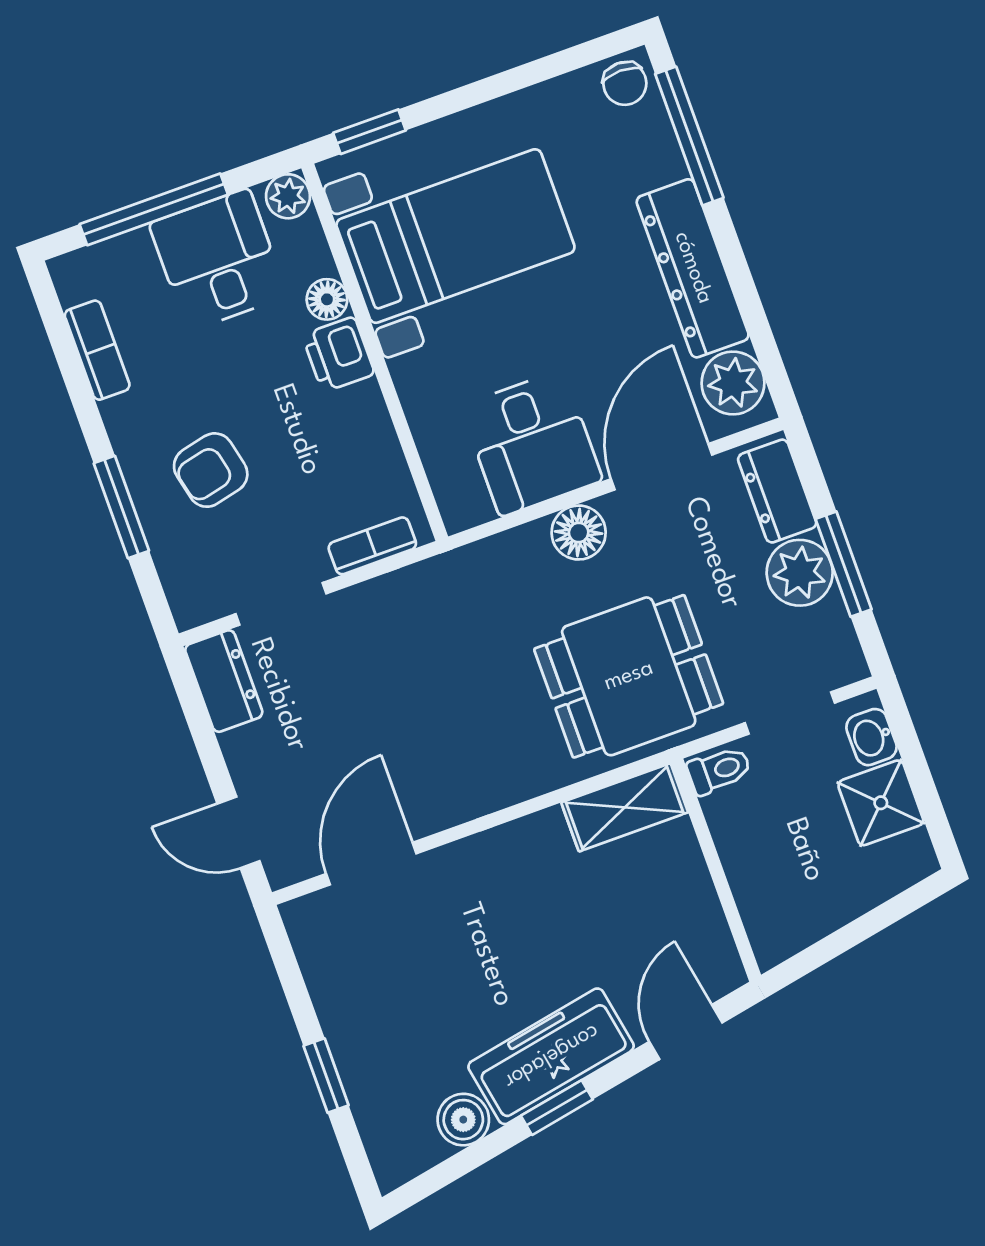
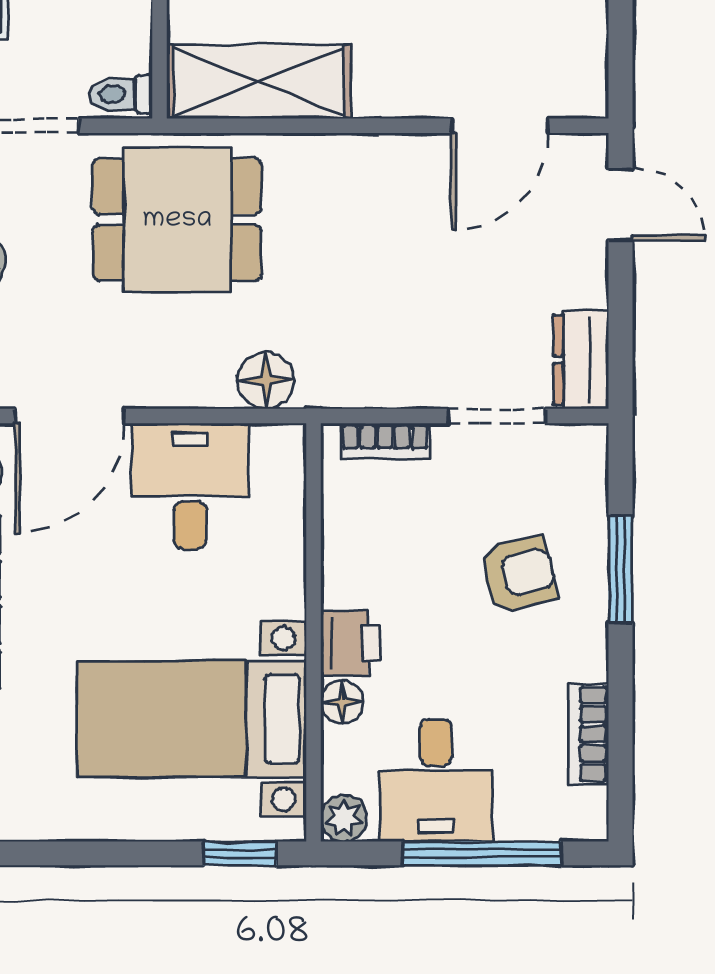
floor lamp: (579, 533) -> (266, 380), moved
shelving: (625, 807) -> (259, 82), width x1.50, depth x1.33

